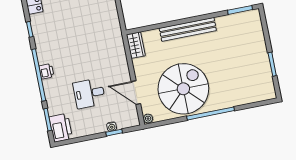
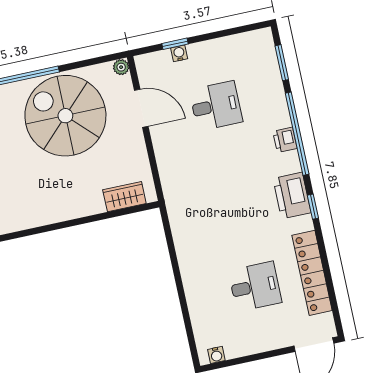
bench: (188, 29) -> (60, 211), removed
wardrobe: (136, 45) -> (124, 197), moved, turned 90
spiral stairs: (183, 89) -> (65, 116), turned 90
printer: (61, 128) -> (292, 196), moved

